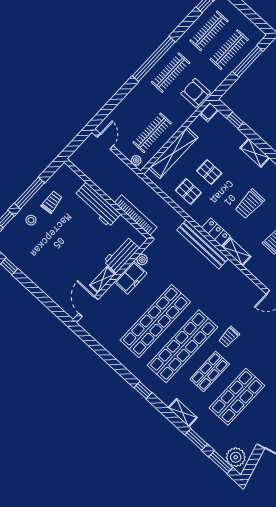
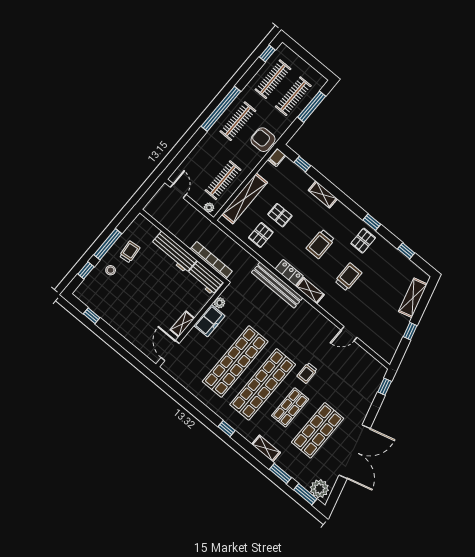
pallet: (188, 191) -> (261, 235), turned 90
workbench: (121, 255) -> (205, 278), moved, turned -90

